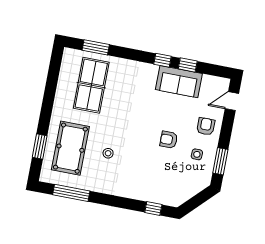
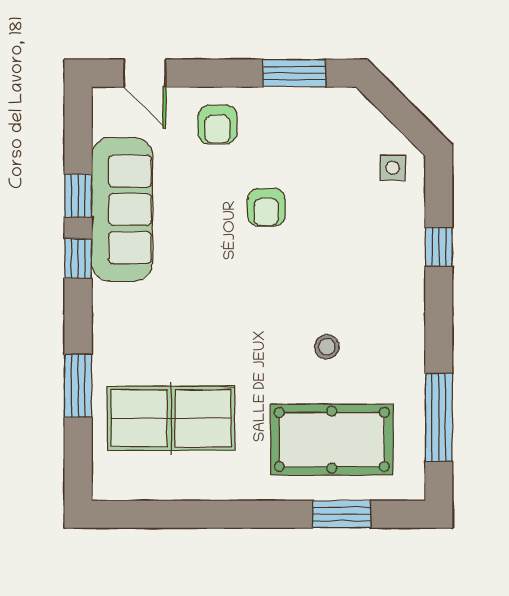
window: (96, 47) -> (78, 386), moved
sofa: (179, 82) -> (122, 209), width x1.36
armchair: (206, 126) -> (217, 124), turned -90
side table: (197, 154) -> (393, 168), moved
window: (153, 209) -> (439, 247), moved

